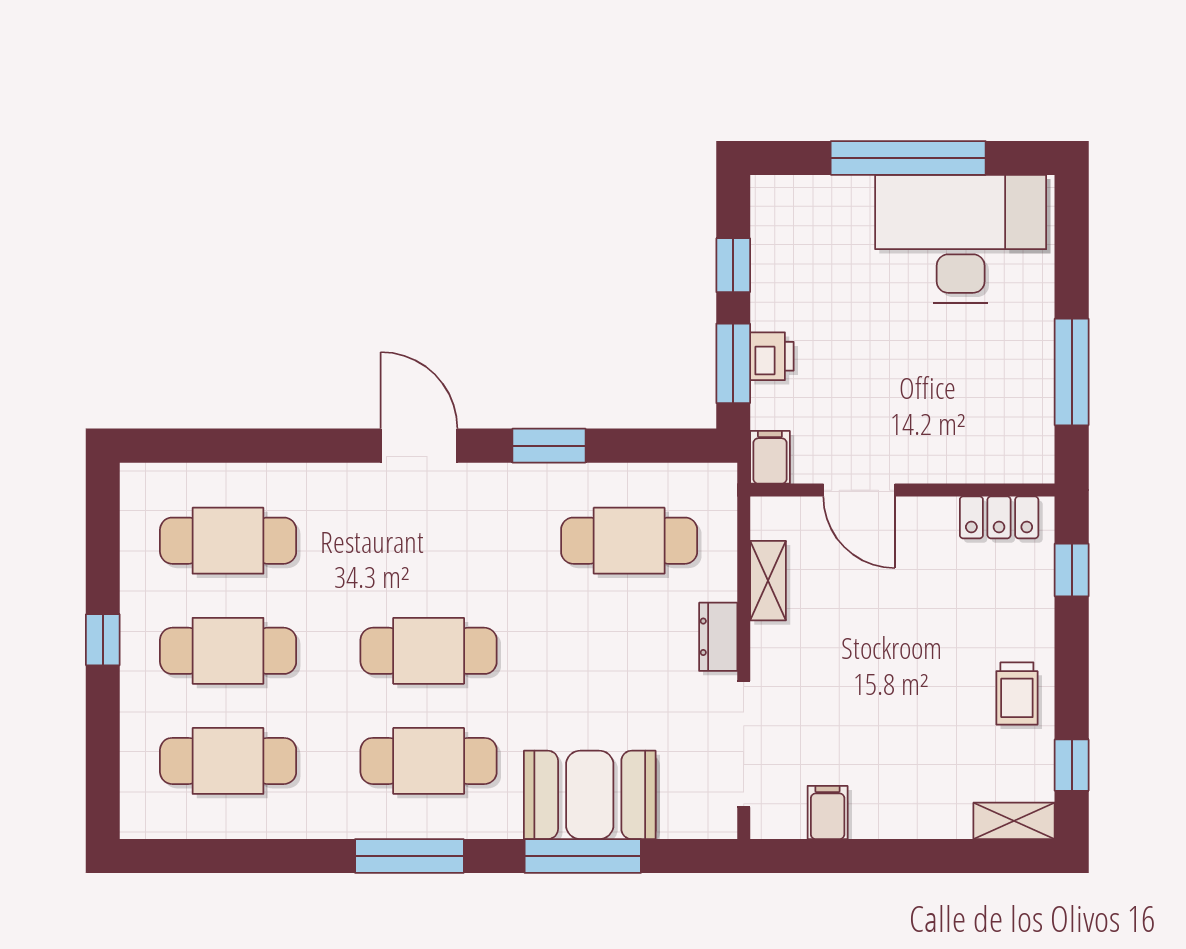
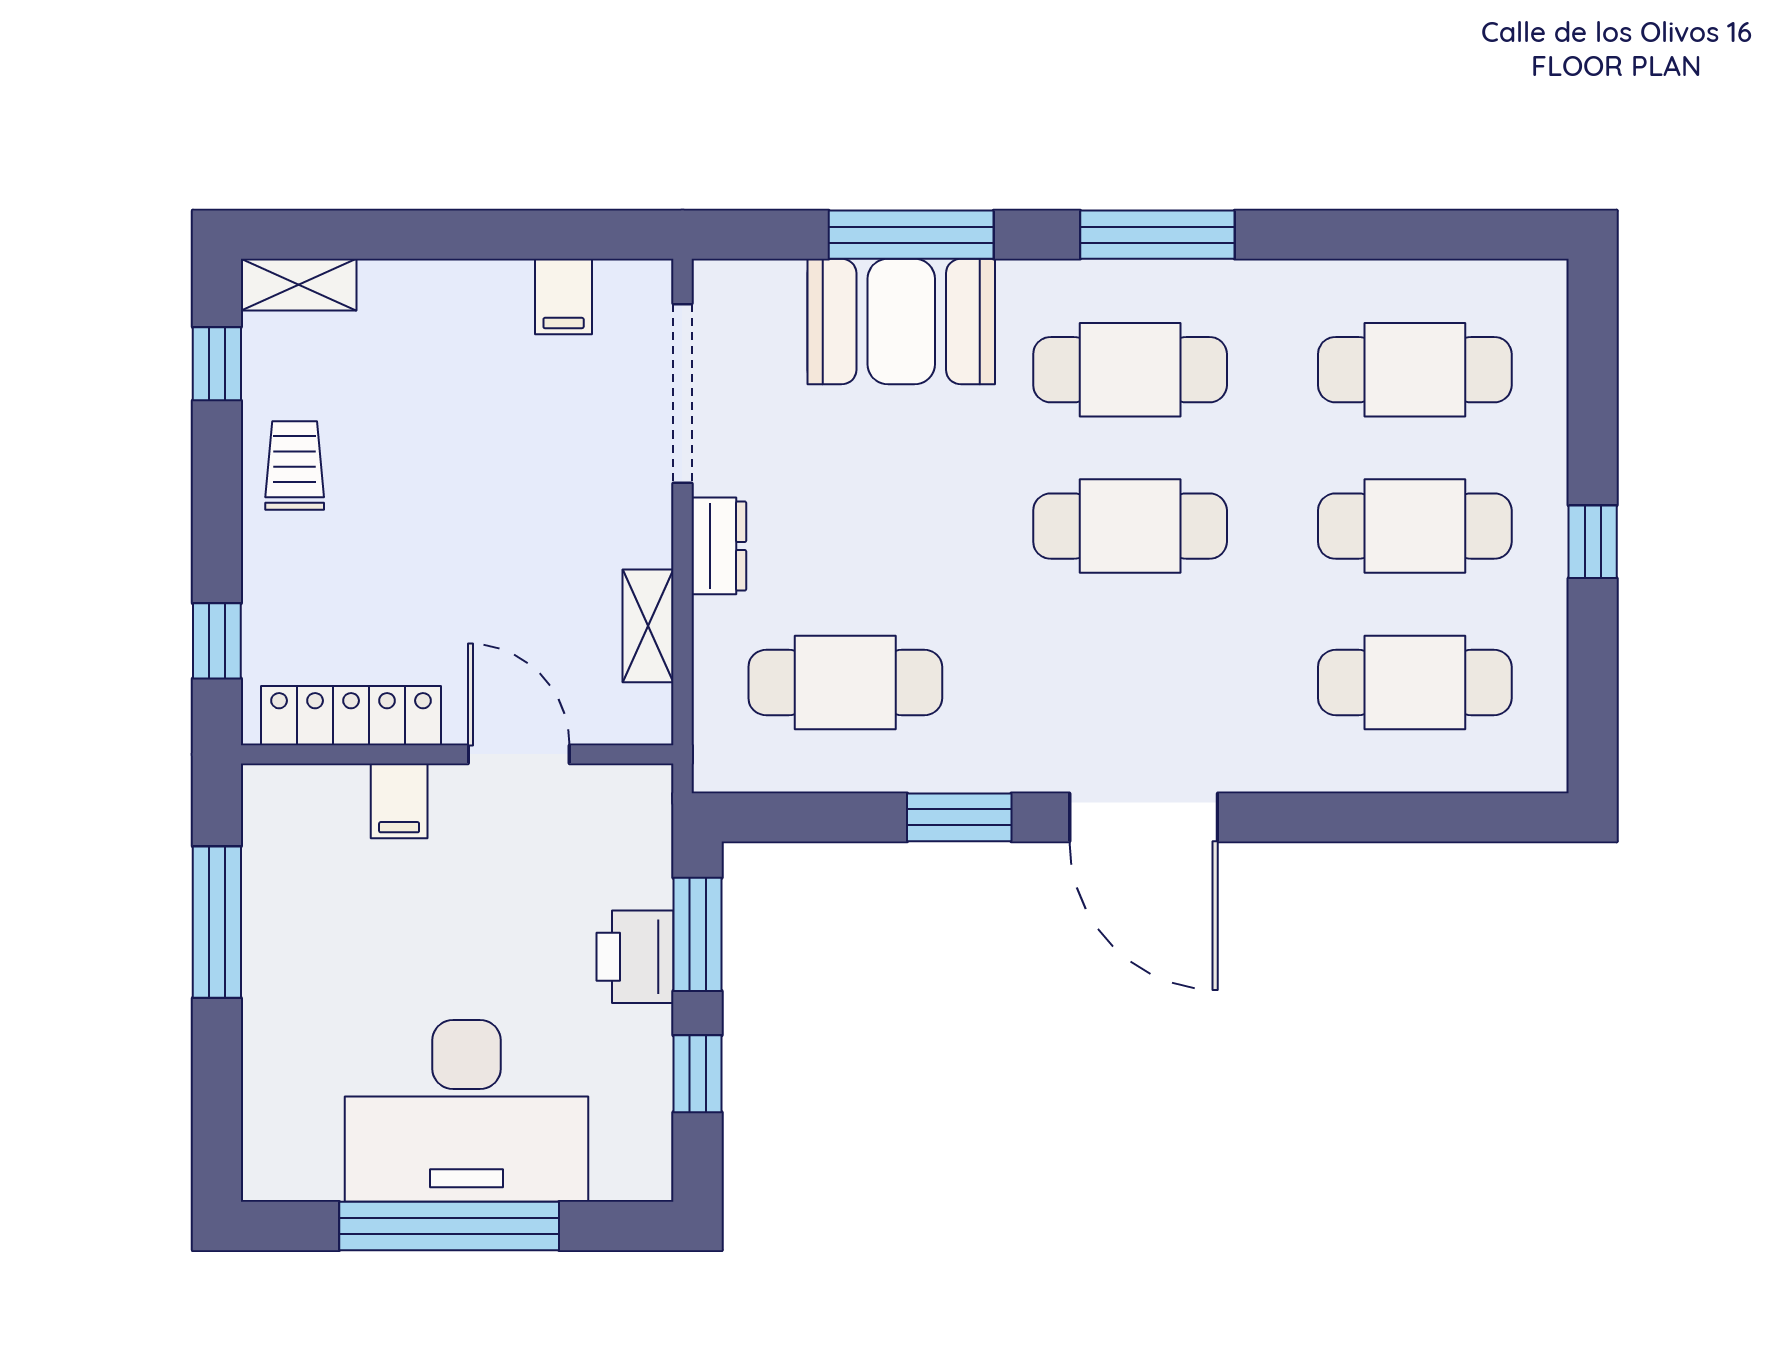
desk: (961, 239) -> (466, 1111), moved
printer: (772, 356) -> (635, 957), width x1.36, depth x1.24
door: (419, 446) -> (1144, 817), width x1.36
filing cabinet: (770, 457) -> (399, 801), moved
locker: (999, 517) -> (351, 716), width x1.53

